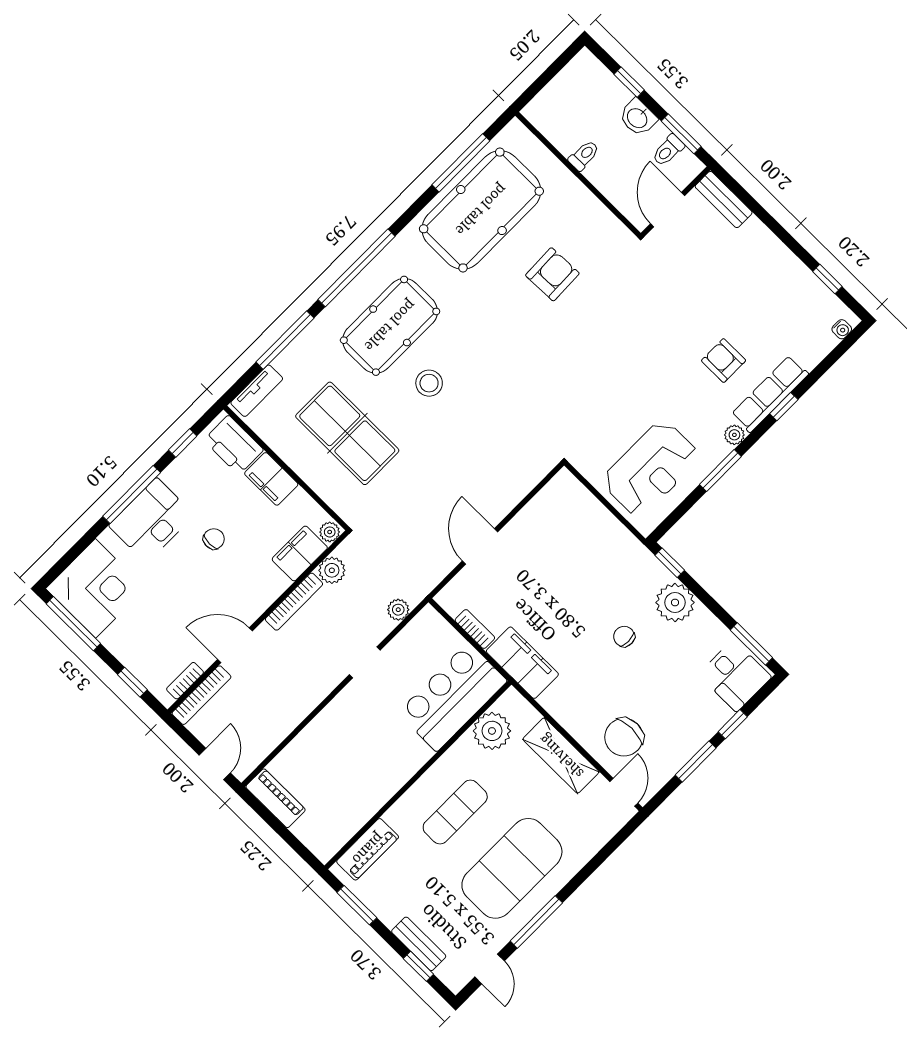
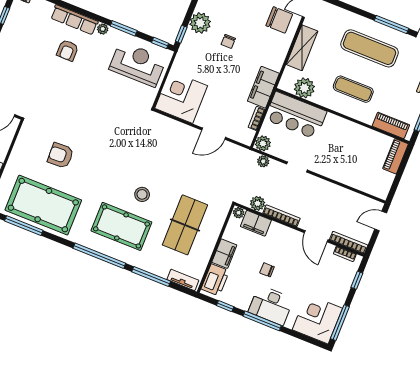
window: (784, 407) -> (160, 43), moved
corner desk: (564, 518) -> (181, 97), added
plant: (428, 622) -> (263, 143), added
piano: (276, 798) -> (395, 156), moved
exercise mat: (512, 868) -> (370, 48), width x0.68

